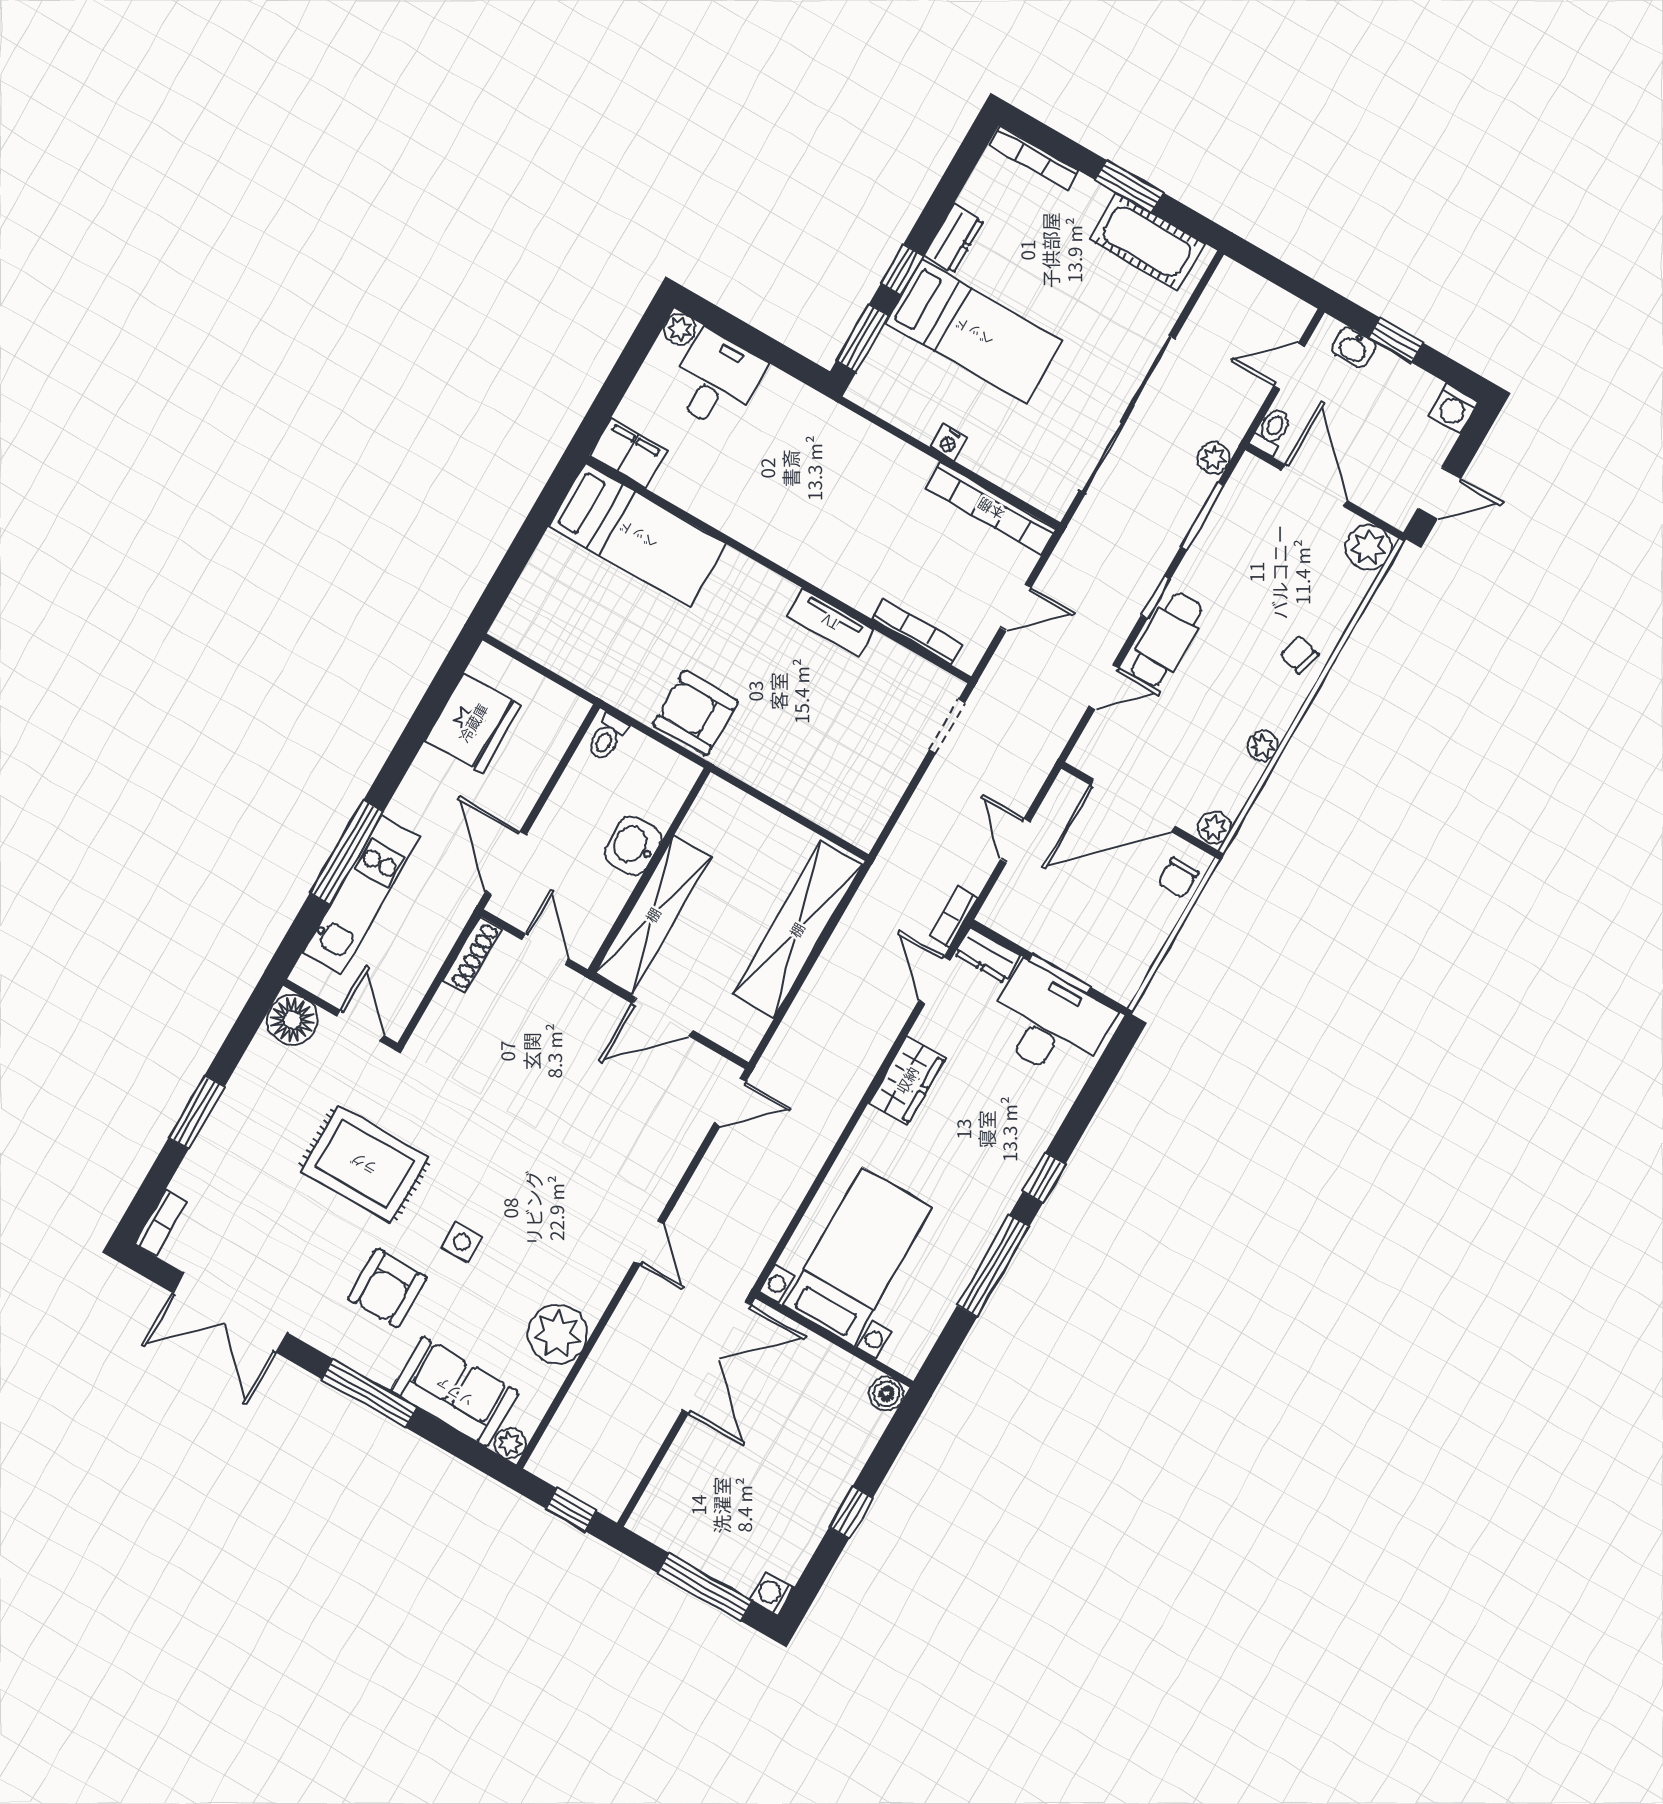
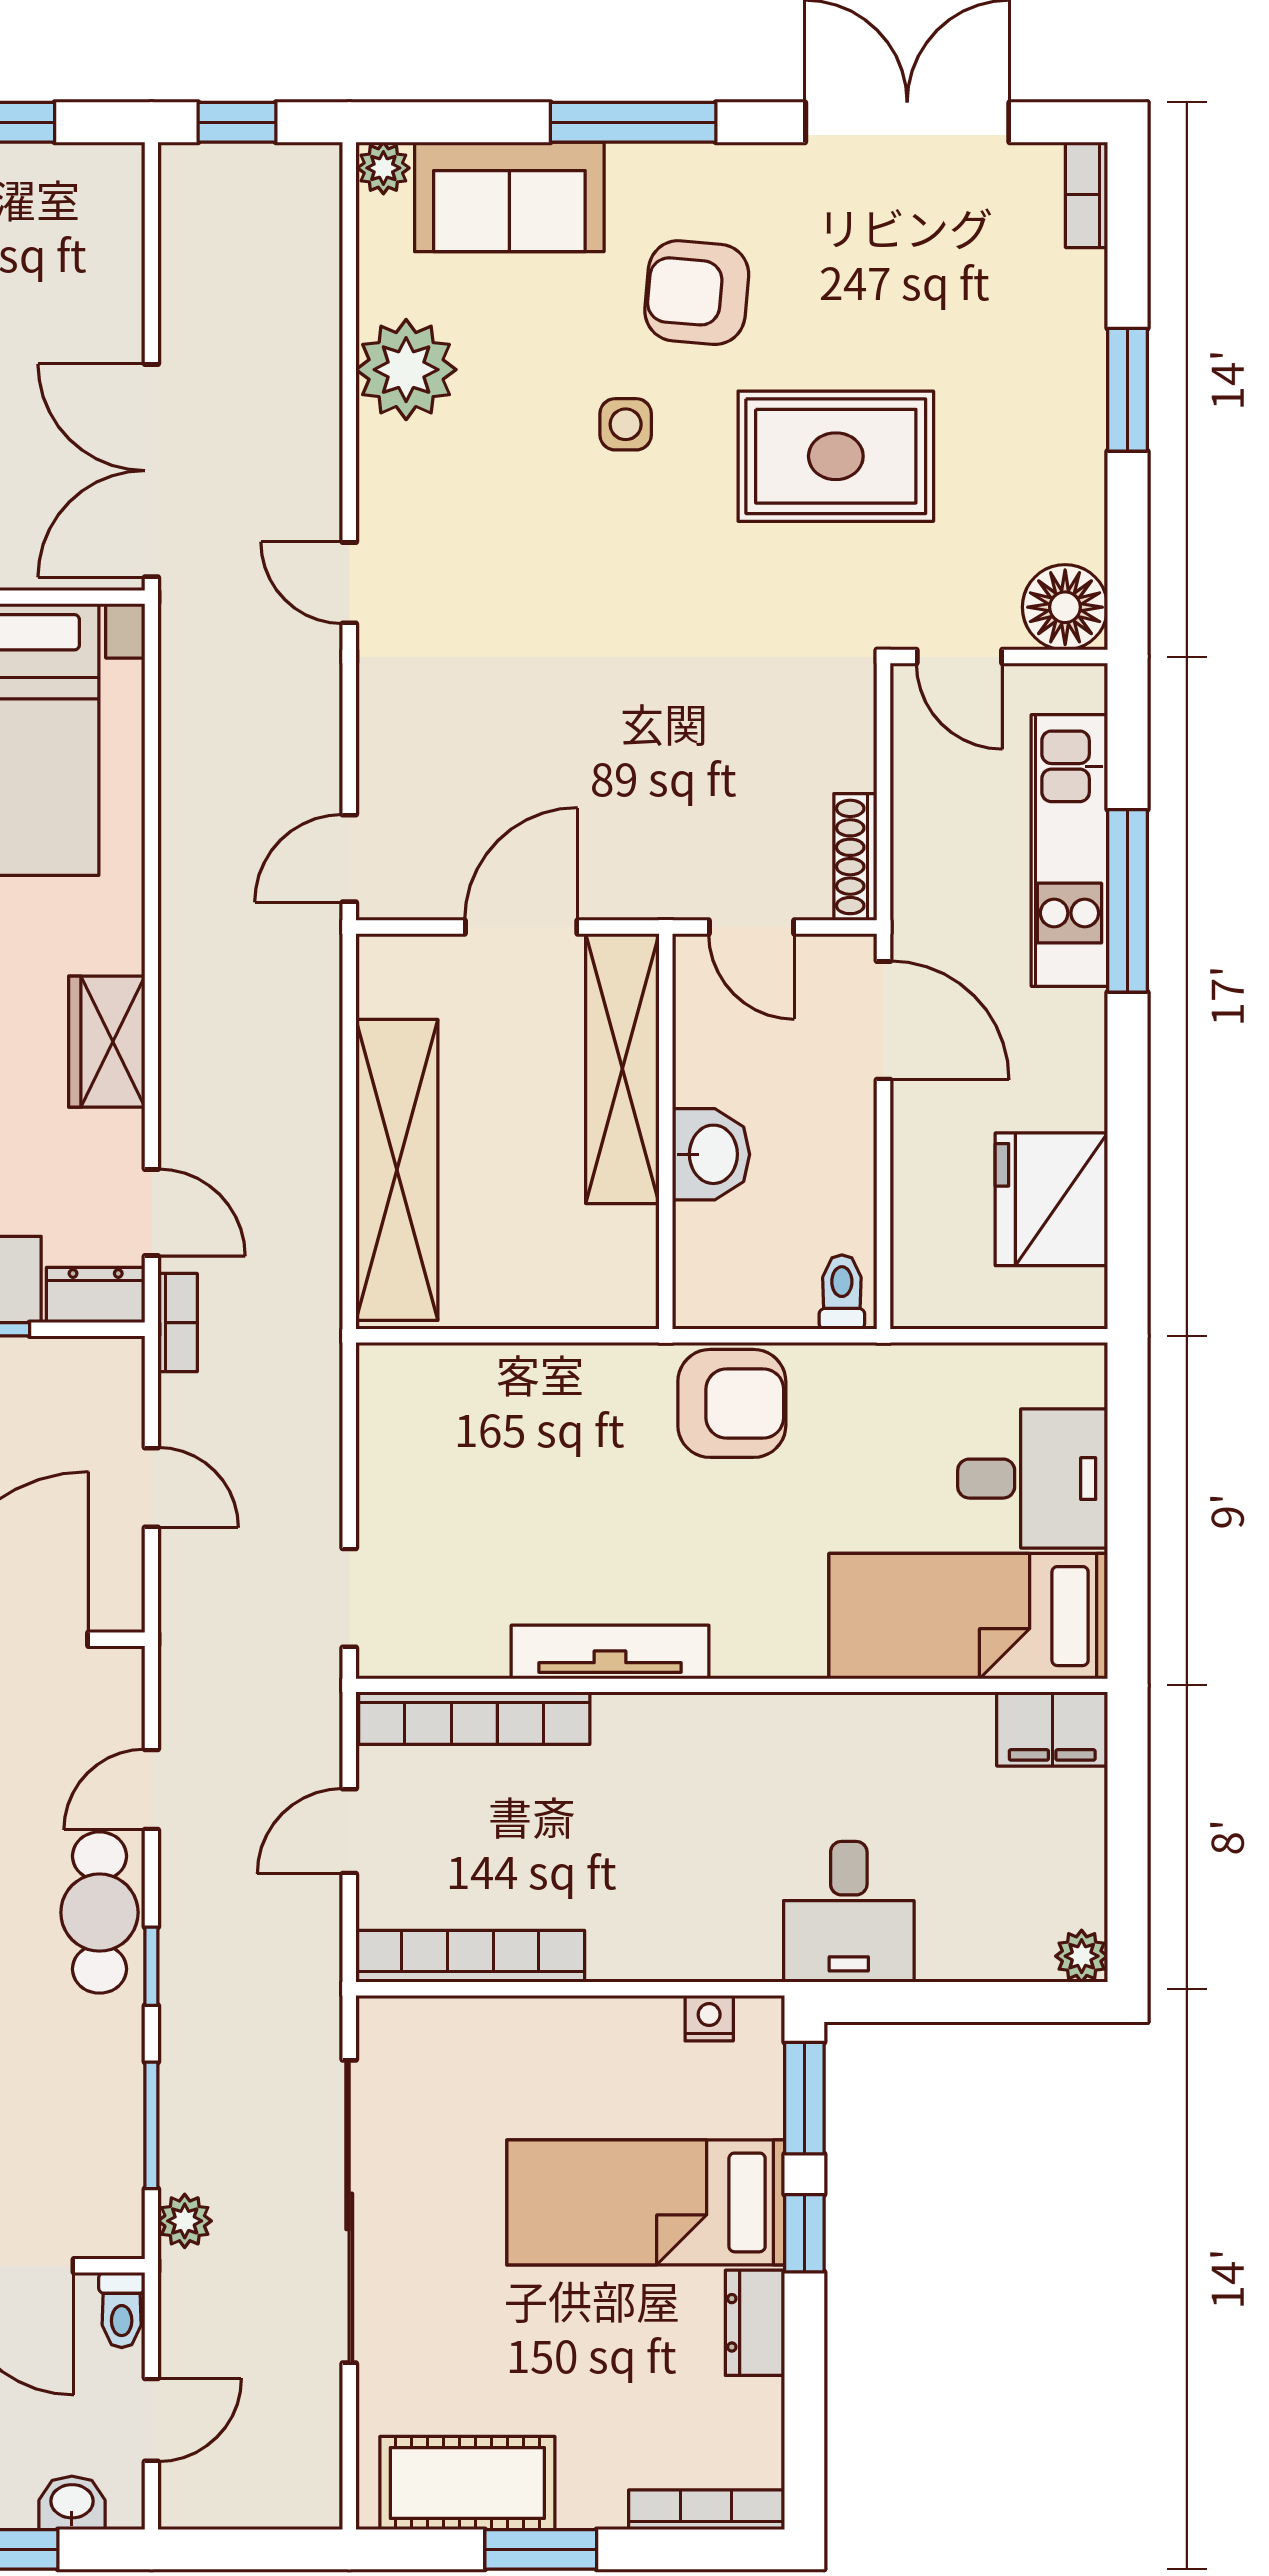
desk: (716, 380) -> (849, 1912), moved
nightstand: (949, 442) -> (709, 2018), moved
desk: (564, 586) -> (1033, 1479), added
tv unit: (830, 622) -> (610, 1652), width x1.41
bookcase: (917, 632) -> (474, 1718), width x1.48, depth x1.31
armchair: (387, 1288) -> (697, 293), turned -85

